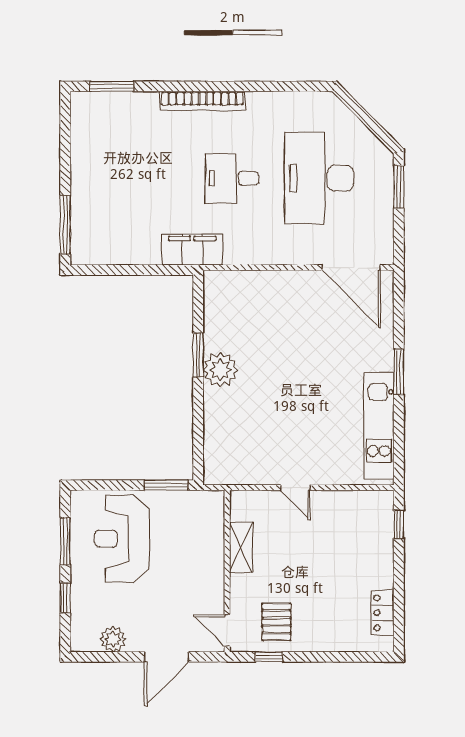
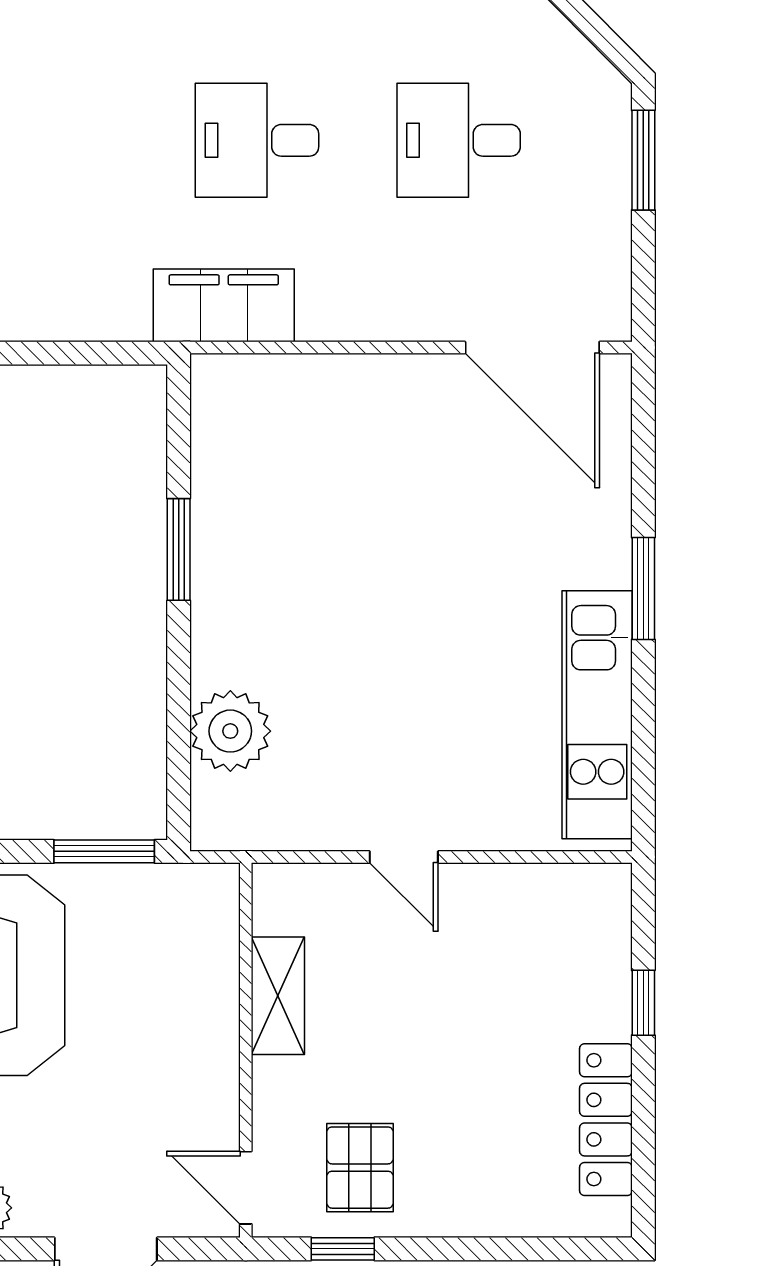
desk: (319, 178) -> (459, 140), width x0.53, depth x0.77
filing cabinet: (192, 249) -> (224, 305), moved
plant: (220, 370) -> (230, 731), moved
window: (399, 524) -> (643, 1003), moved
locker: (383, 613) -> (606, 1120), width x1.53

